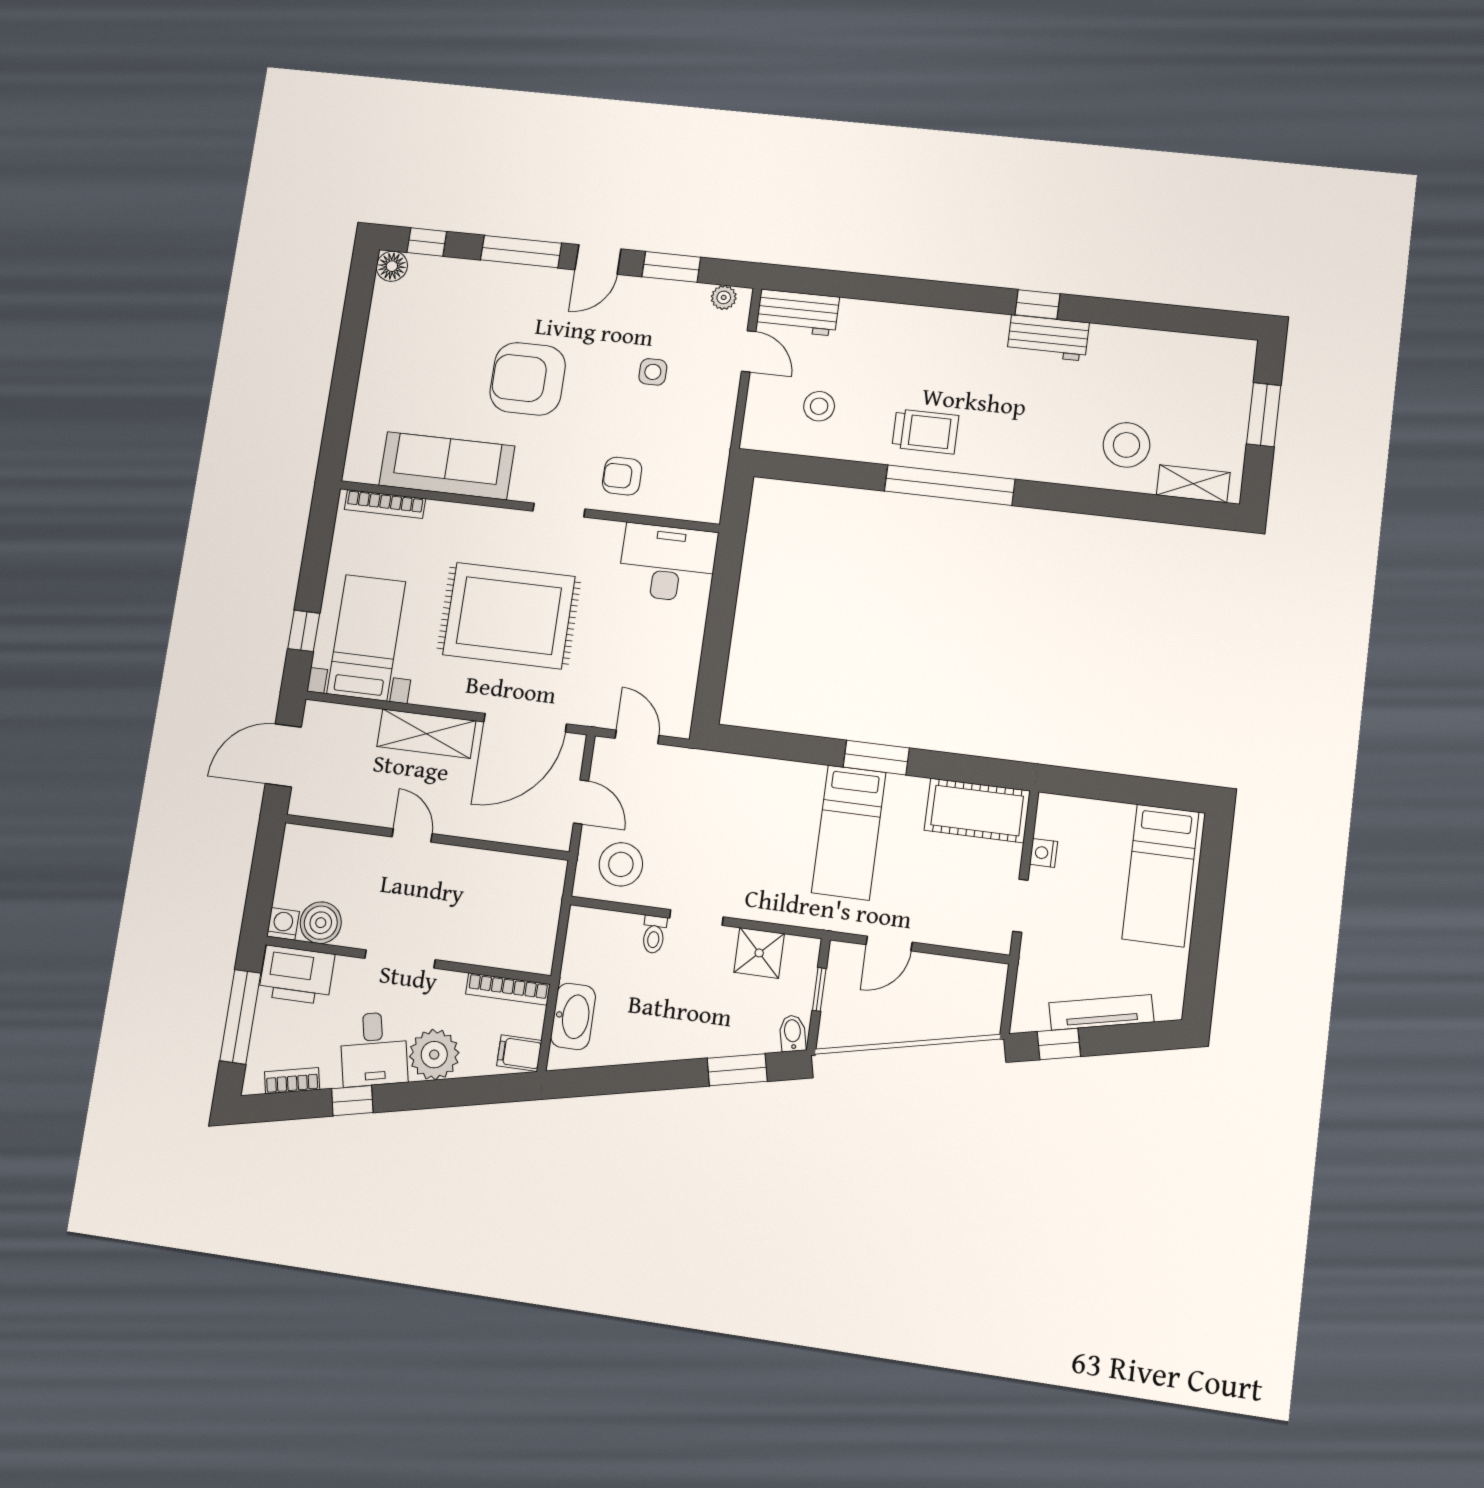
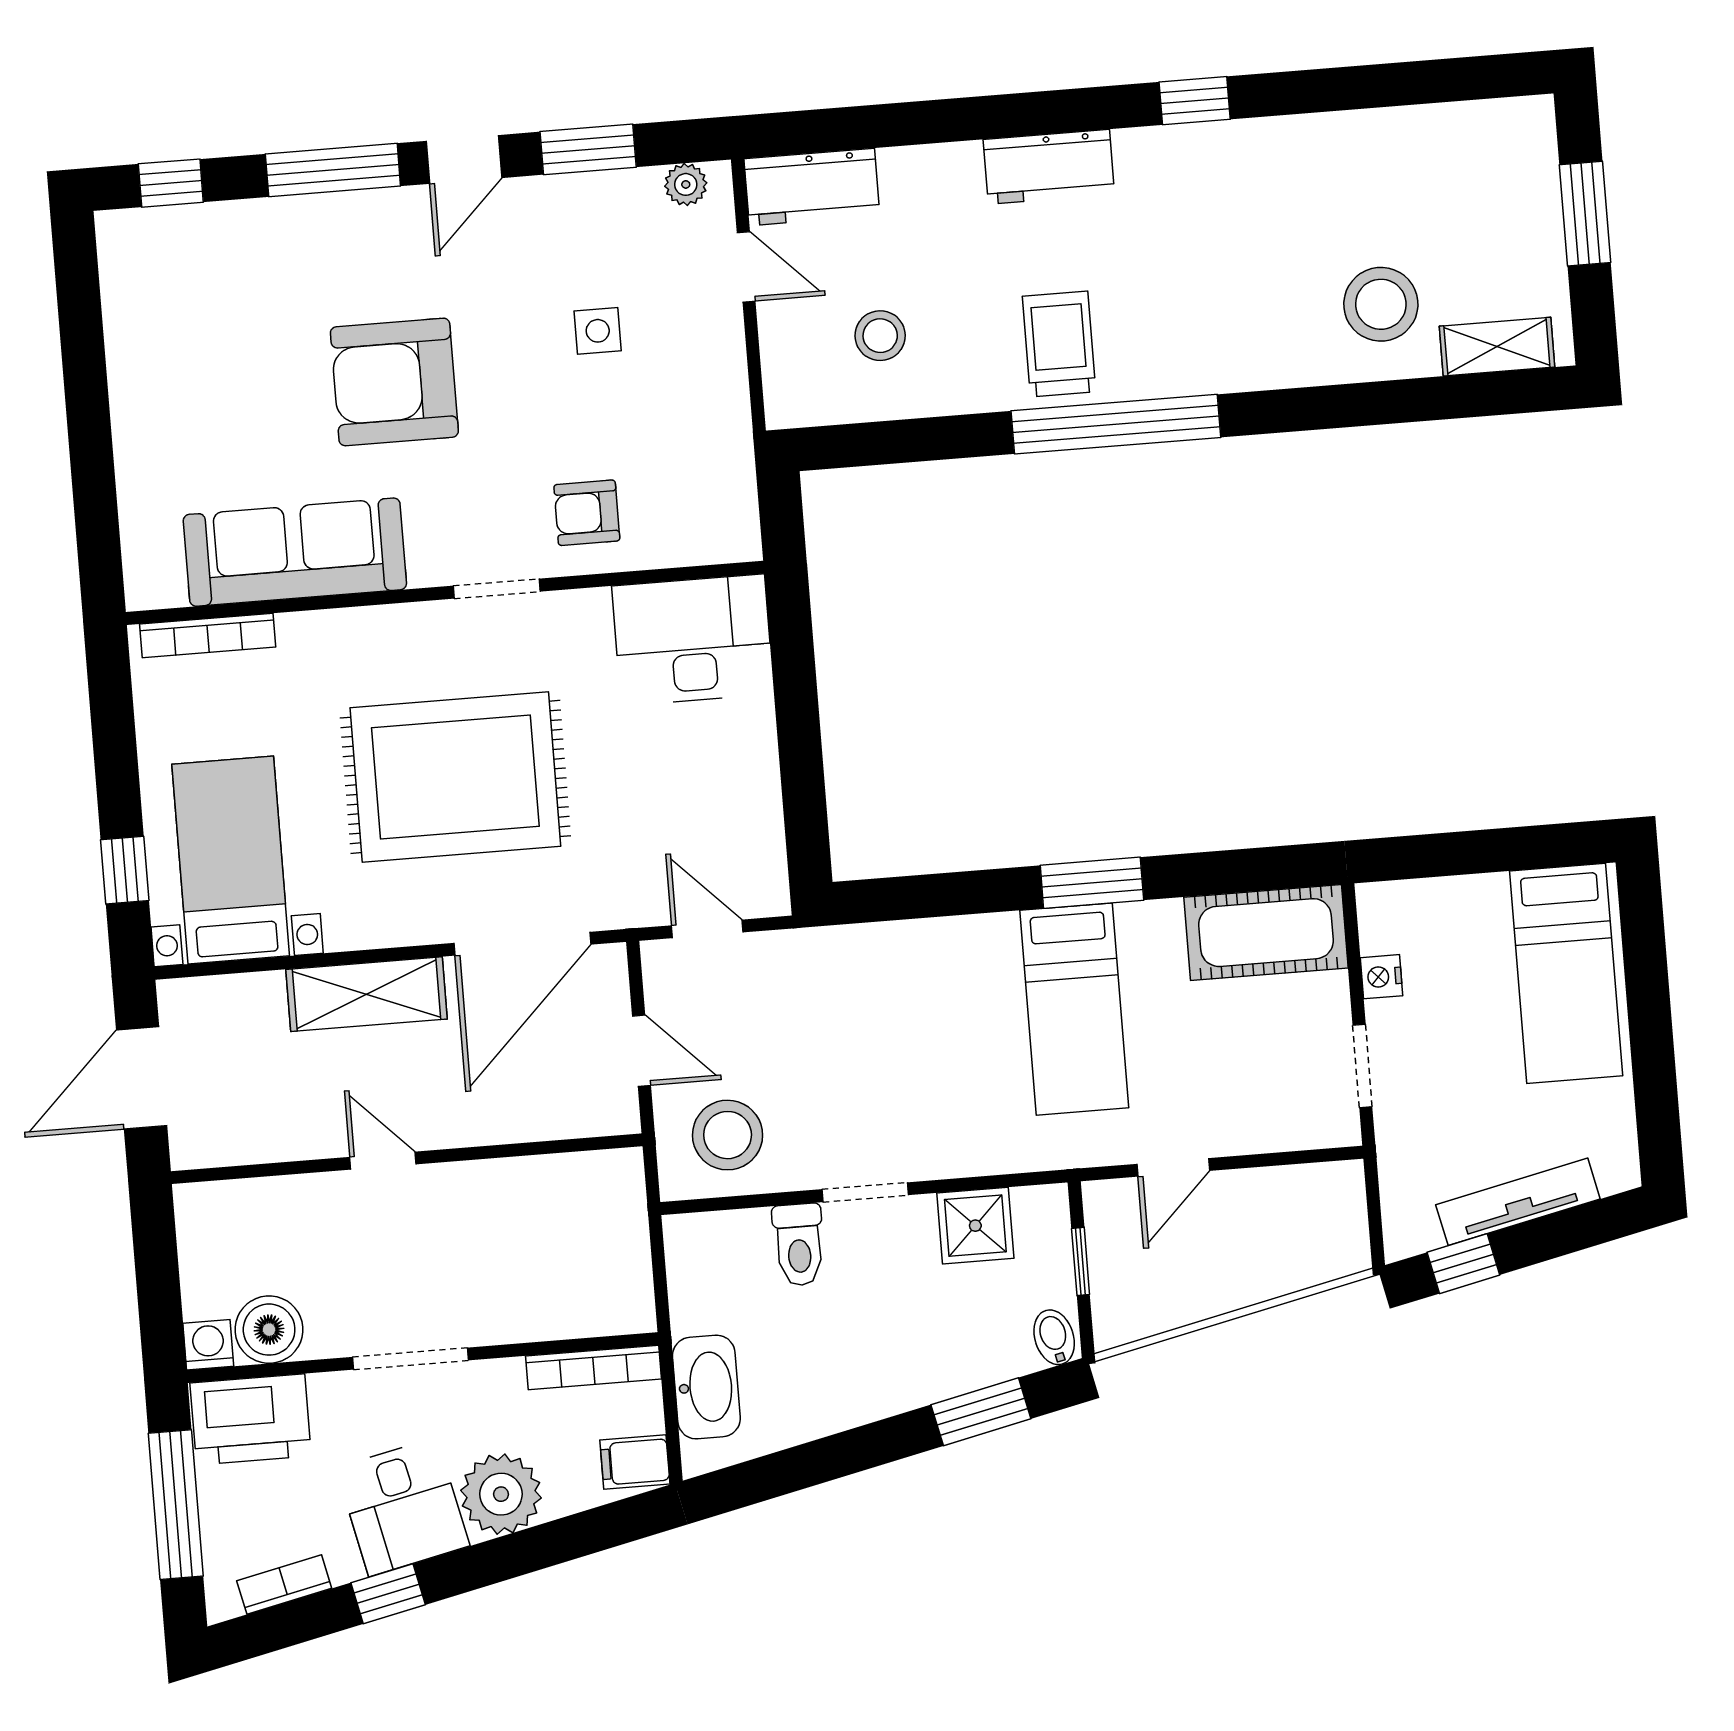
floor lamp: (392, 266) -> (122, 235), removed
workbench: (1048, 338) -> (1049, 167), moved
trolley: (925, 431) -> (1059, 344), turned -90
toilet: (654, 935) -> (799, 1245), width x1.37, depth x1.39

